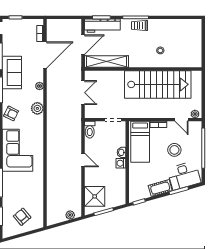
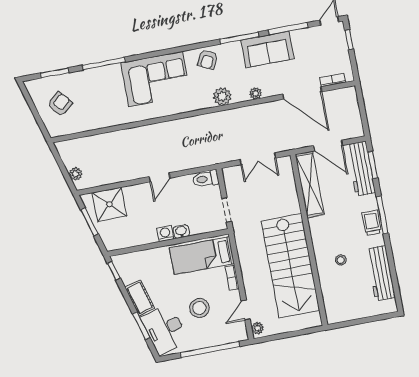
workbench: (174, 26) -> (381, 273), added

